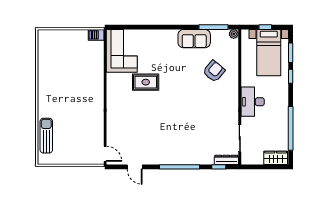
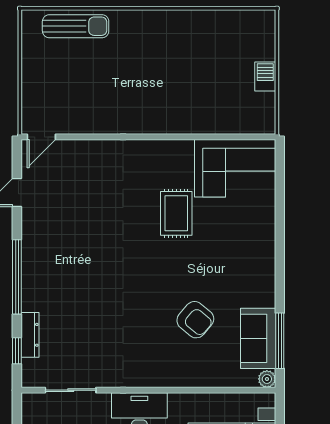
barbecue: (96, 35) -> (265, 76), moved
sofa: (194, 39) -> (258, 338), moved
armchair: (214, 71) -> (195, 320), moved
dresser: (226, 160) -> (30, 335), moved

